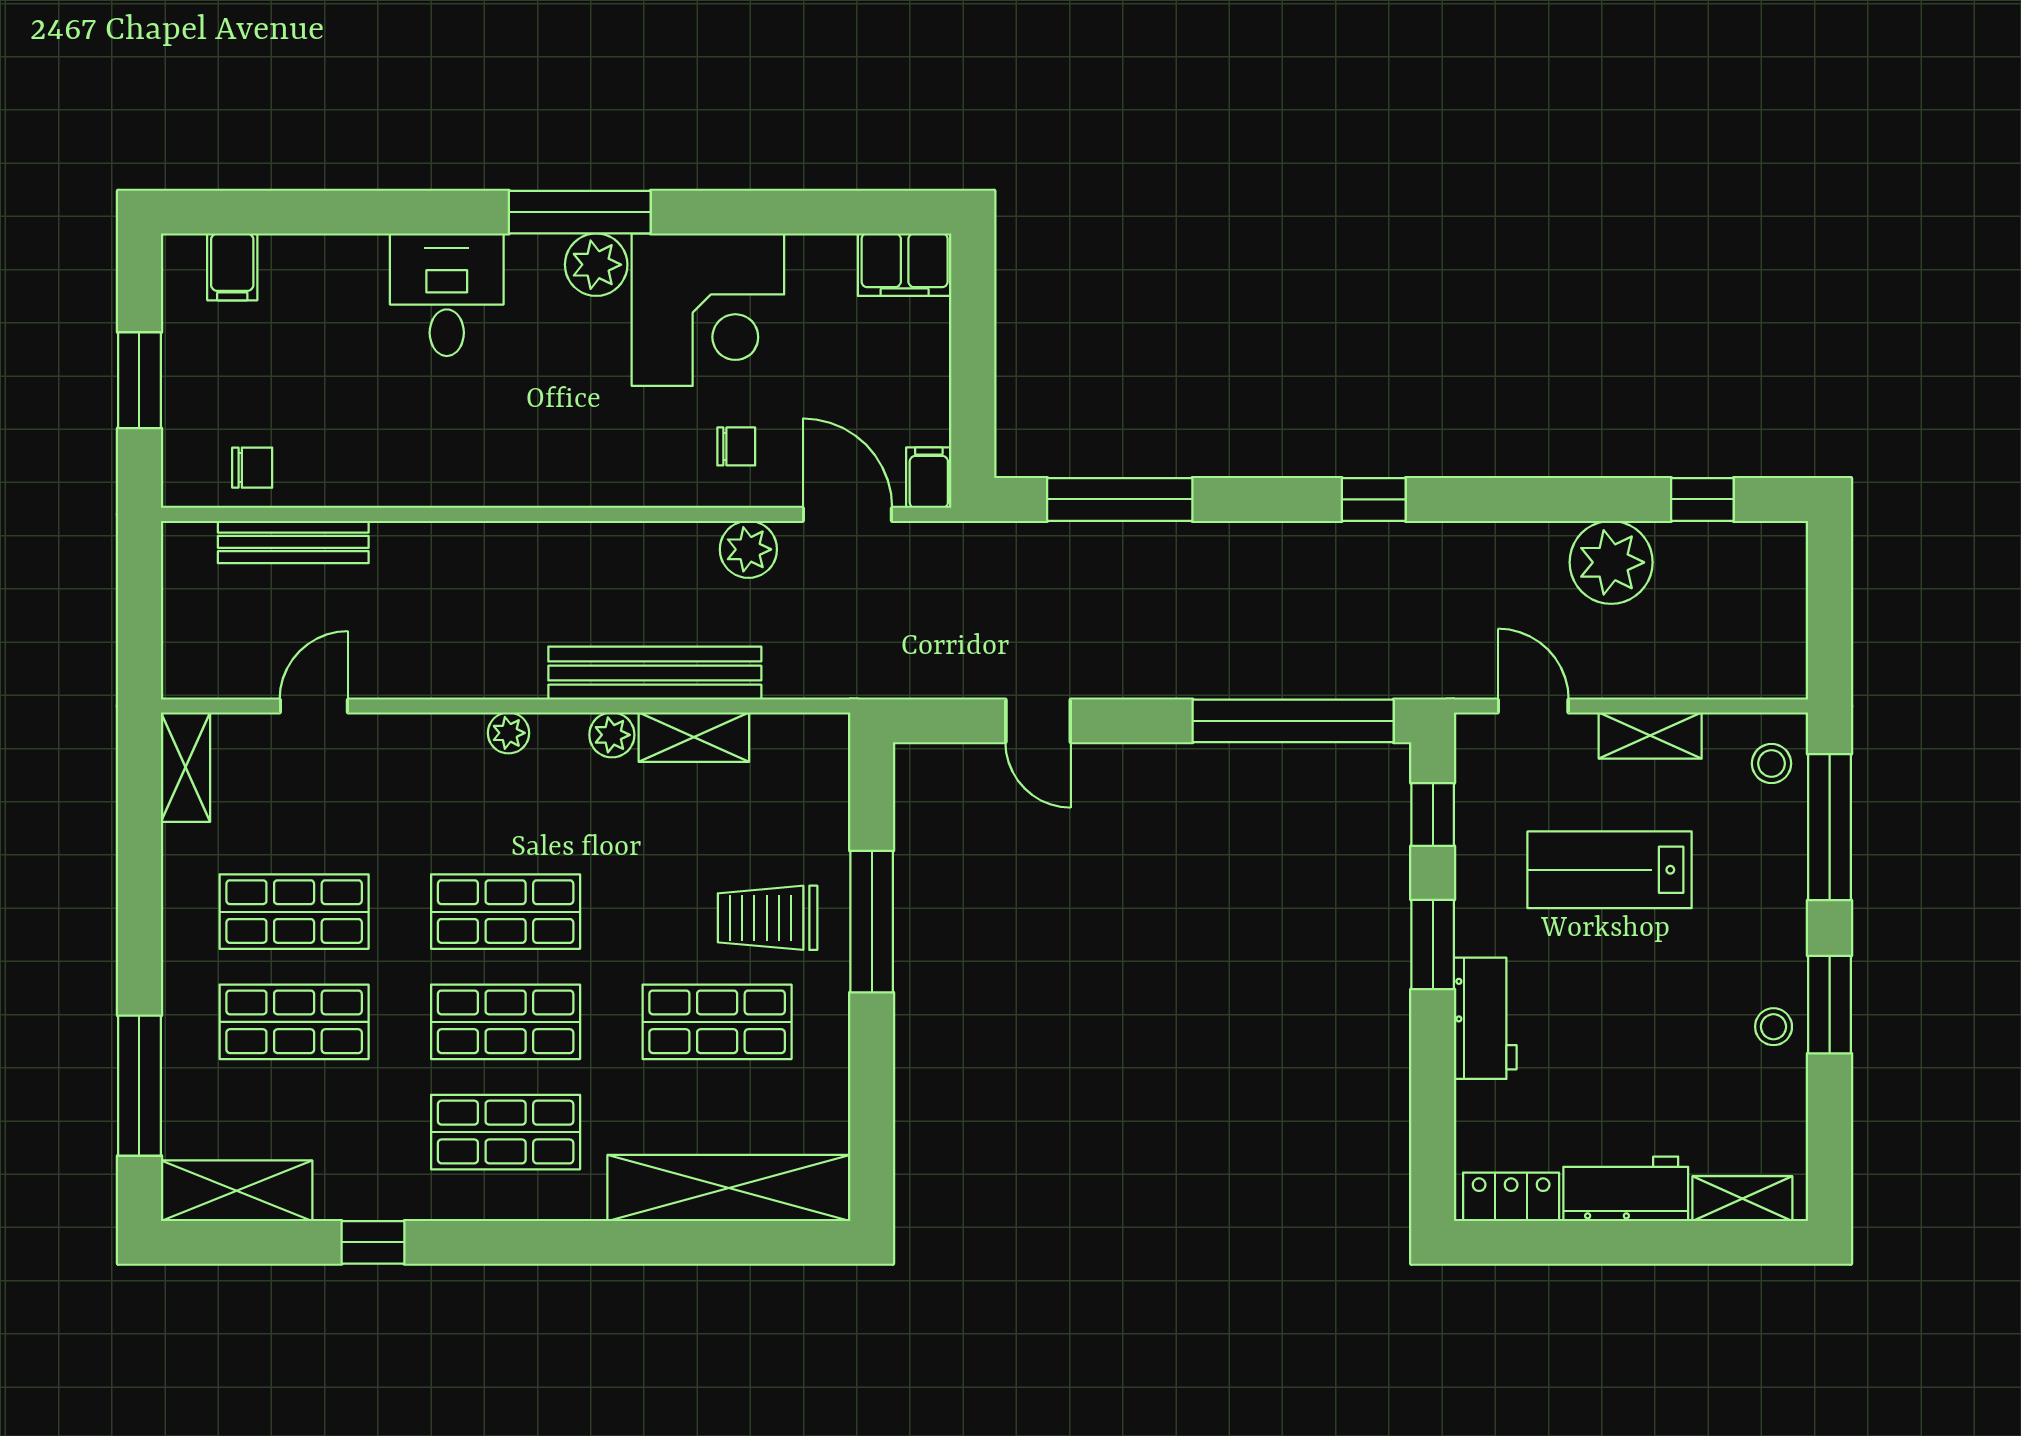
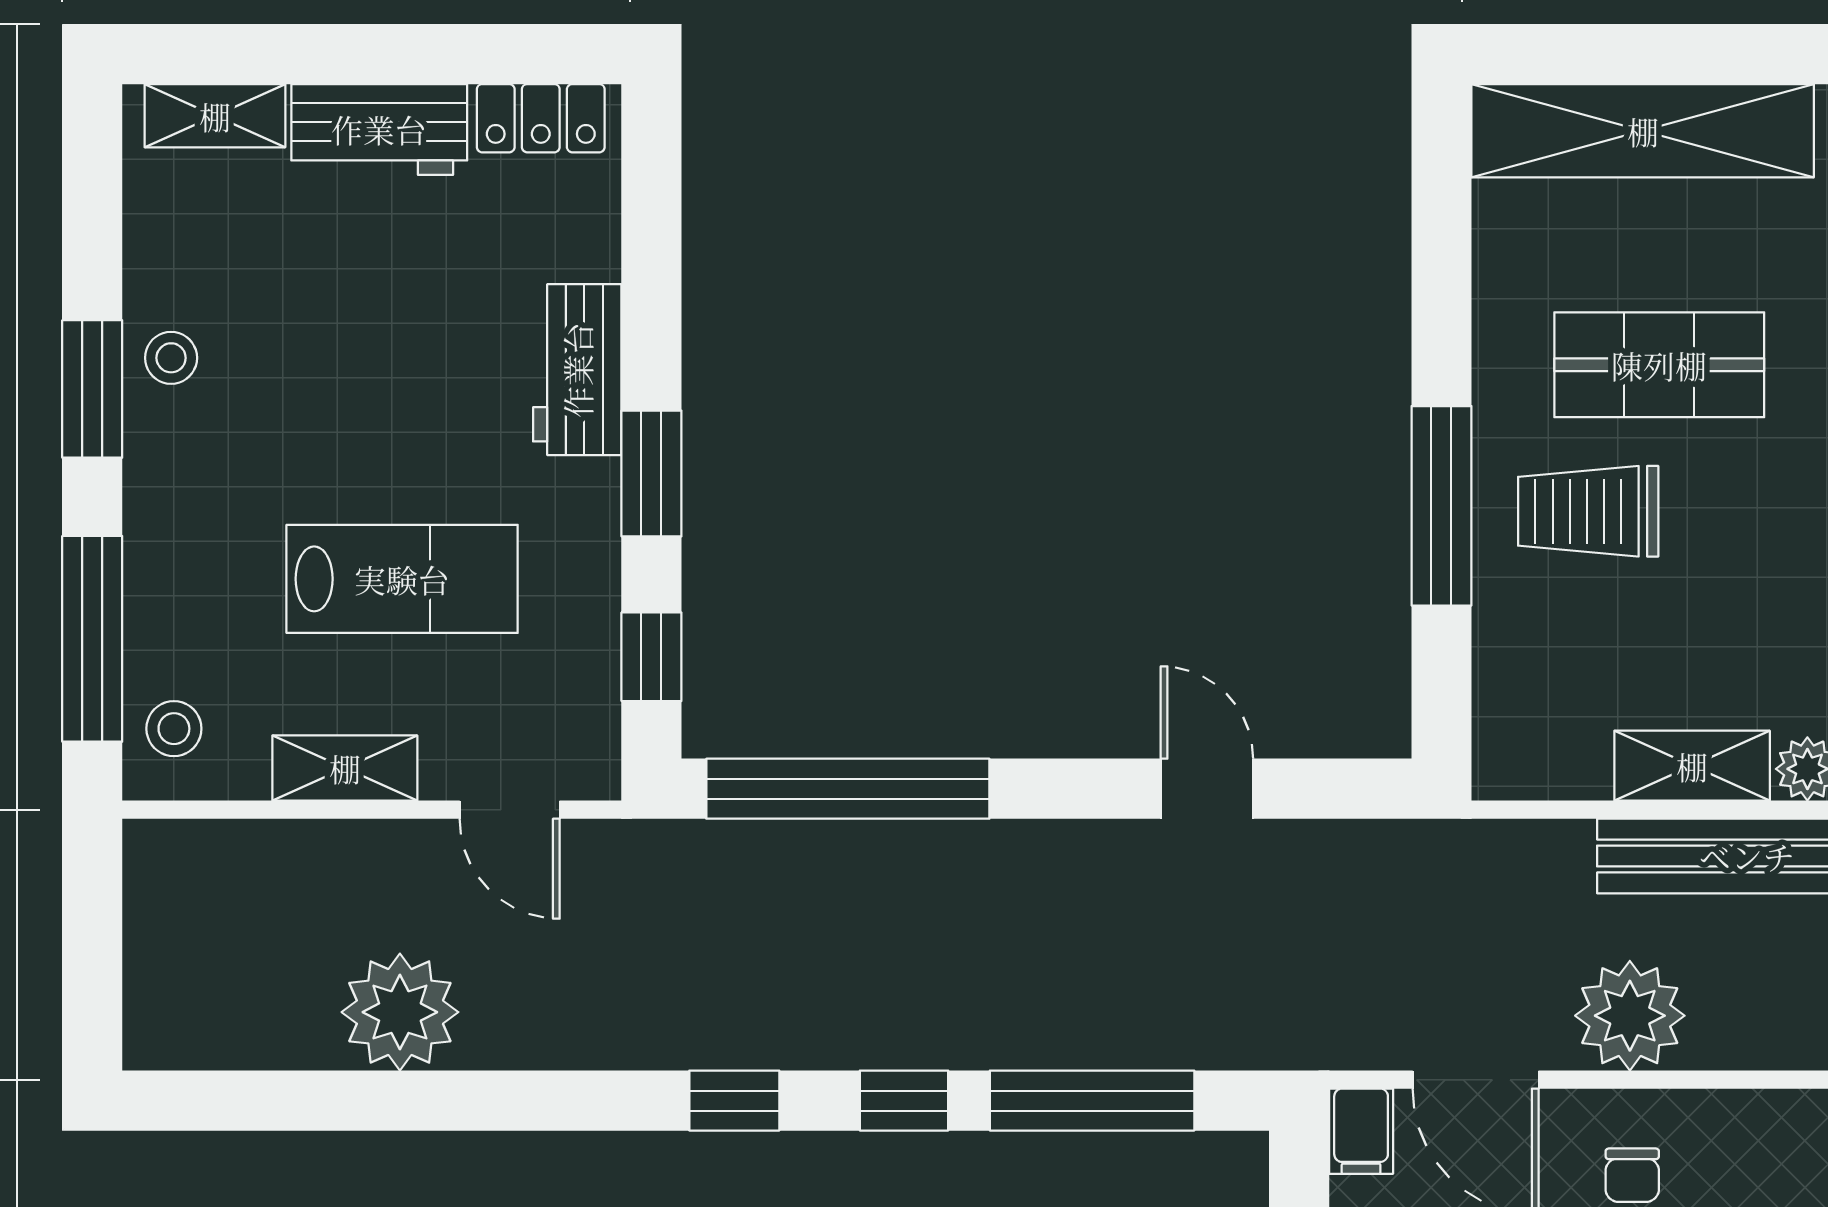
chair: (736, 446) -> (1632, 1175), turned -90
window: (1702, 499) -> (904, 1101), moved
plant: (748, 549) -> (1630, 1016), width x1.36, depth x1.36
trolley: (768, 918) -> (1588, 511), turned 180

